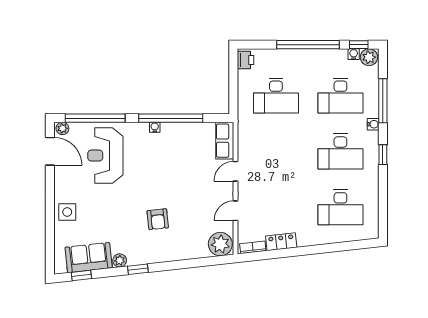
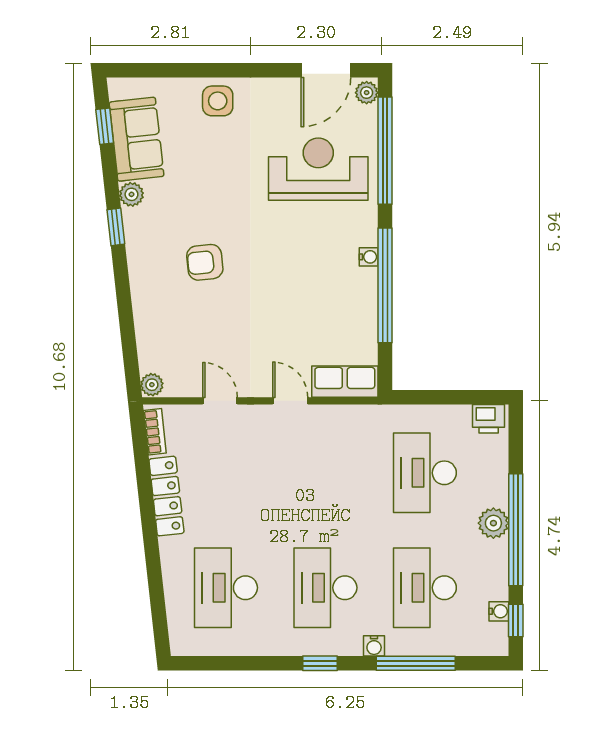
plant: (369, 57) -> (493, 523), moved
locker: (281, 242) -> (166, 496), width x1.53
plant: (220, 244) -> (152, 385), width x0.53, depth x0.53

